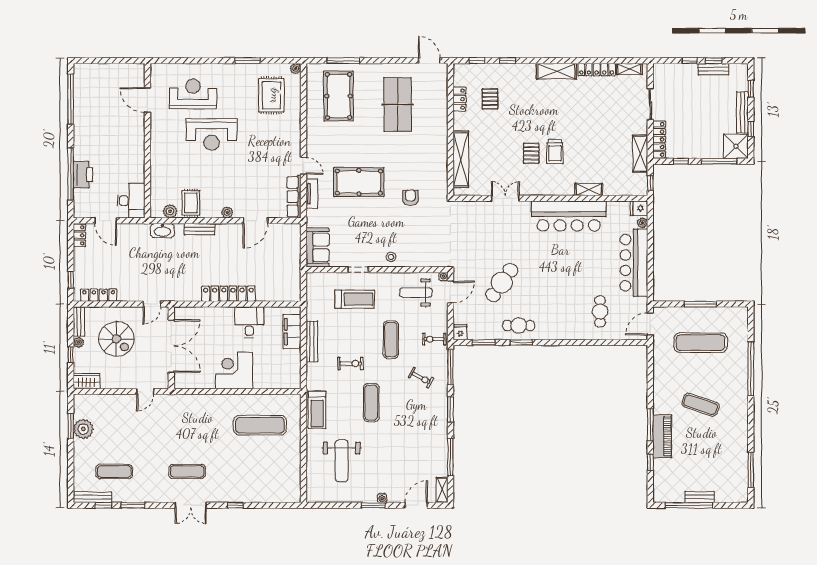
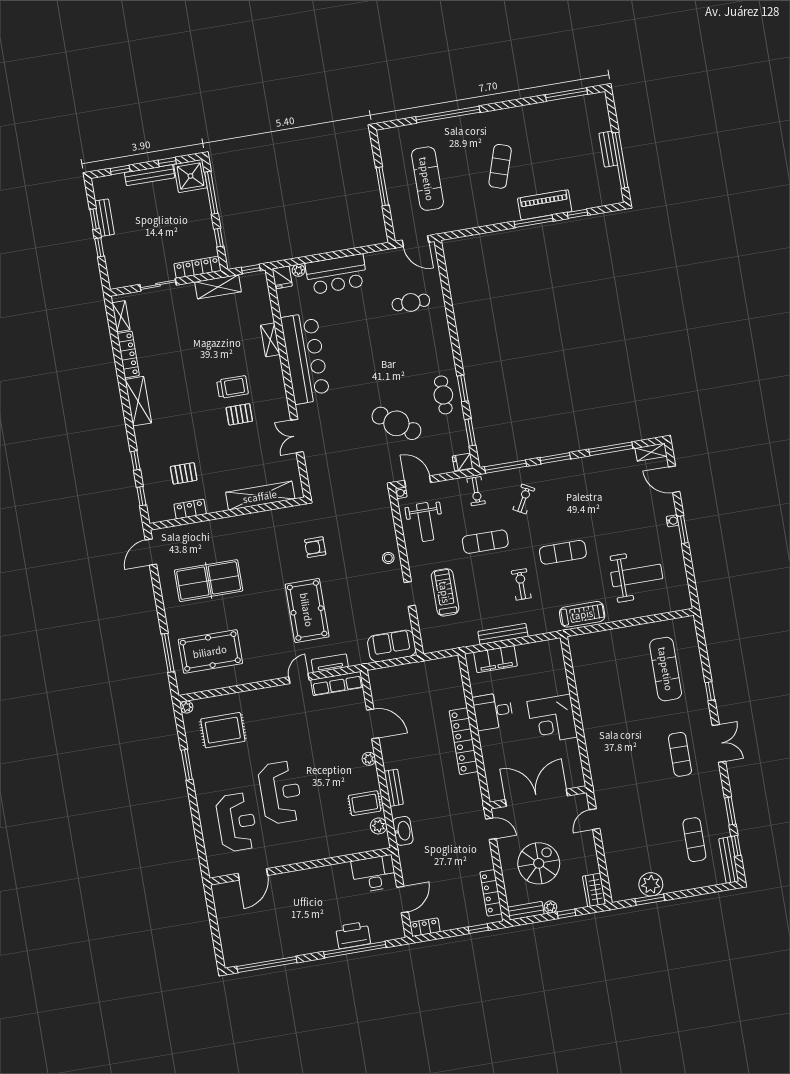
reception desk: (193, 94) -> (237, 822), turned 180
bar counter: (634, 263) -> (336, 274), width x0.73
door: (145, 391) -> (595, 819), swing flipped
exercise mat: (260, 425) -> (666, 669), moved

